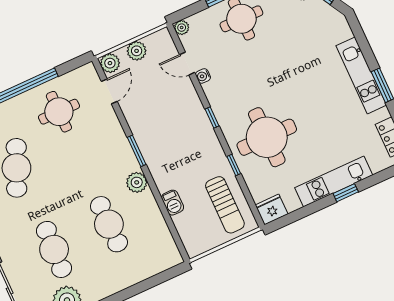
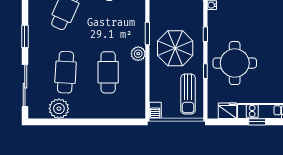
parasol: (181, 154) -> (175, 48), added
window: (346, 193) -> (257, 122), moved
barbecue: (173, 203) -> (155, 110), moved
fridge: (272, 209) -> (228, 111), moved

